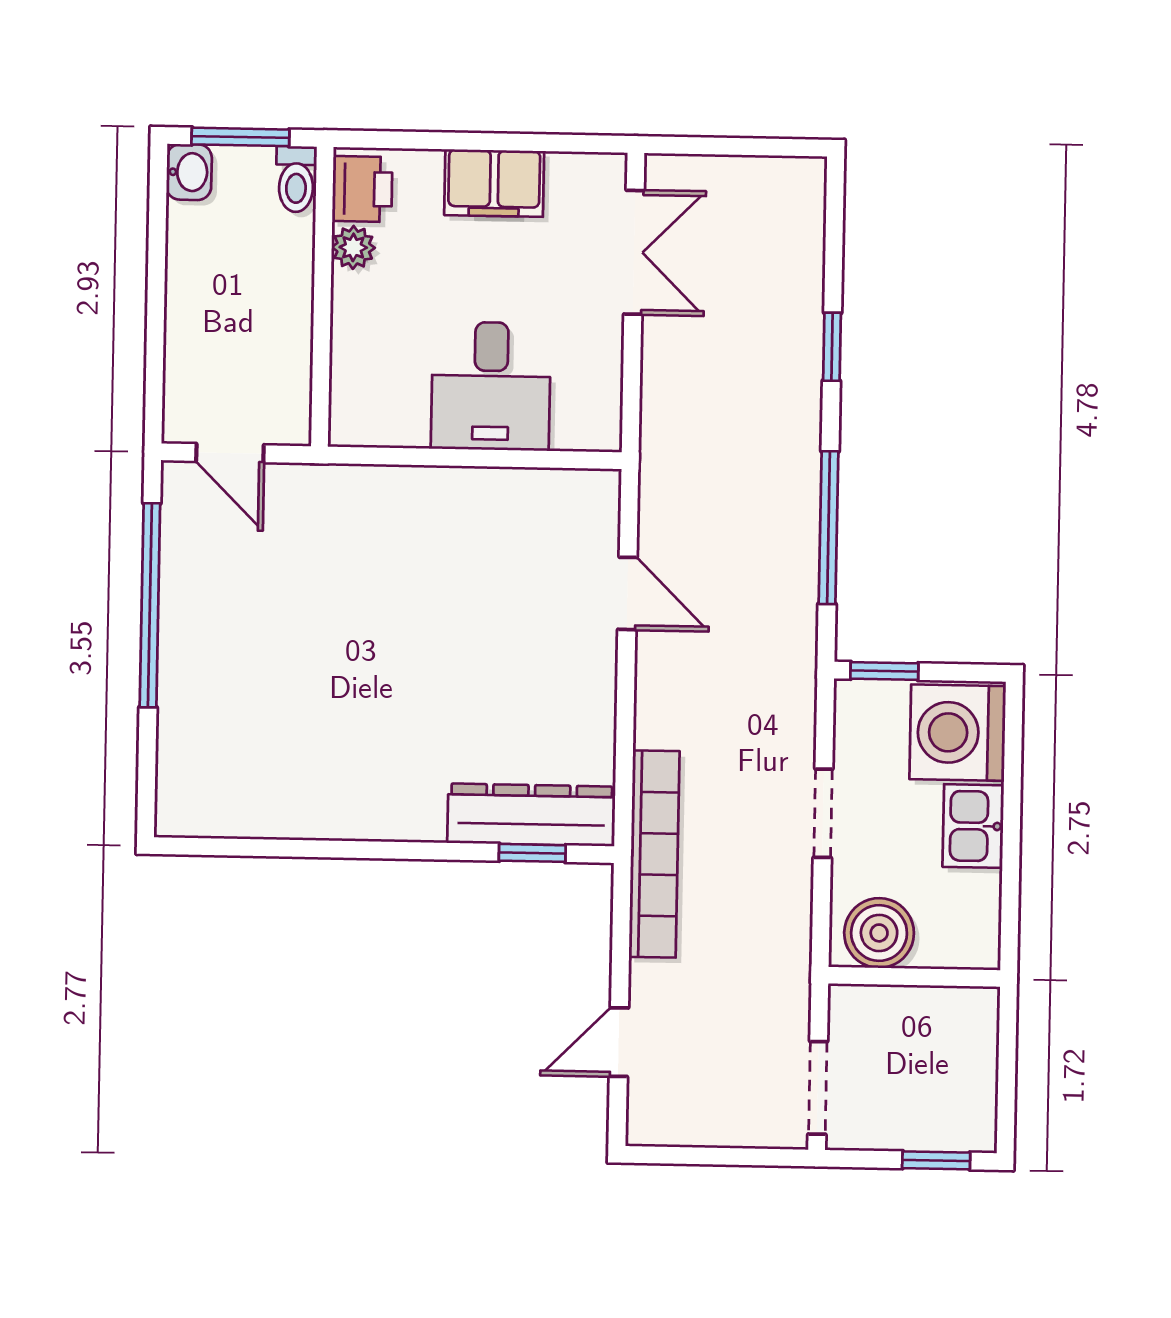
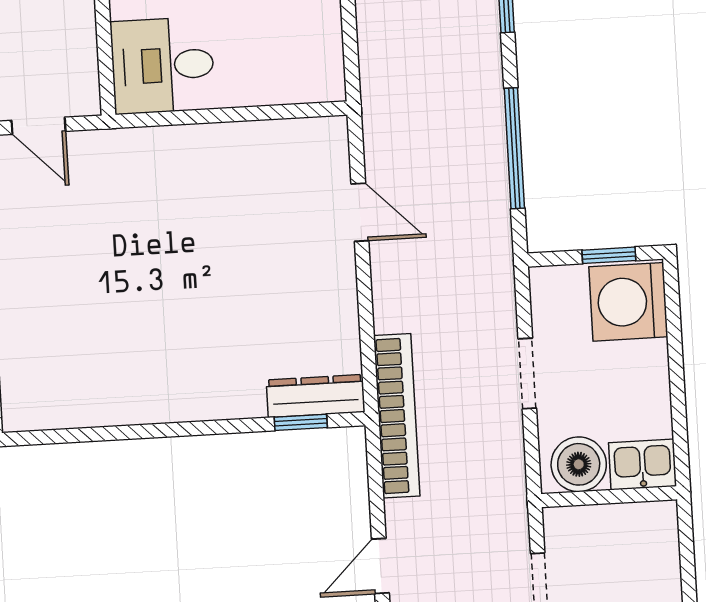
desk: (491, 386) -> (163, 65), moved, turned 90
window: (884, 671) -> (609, 255), moved
dresser: (531, 815) -> (316, 396), width x0.73, depth x0.80
kitchen sink: (973, 826) -> (642, 465), moved, turned 90

